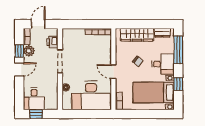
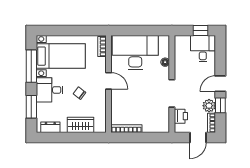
wardrobe: (137, 35) -> (81, 125), width x0.67
window: (178, 50) -> (31, 107), width x0.69
window: (178, 84) -> (31, 66), width x2.17

